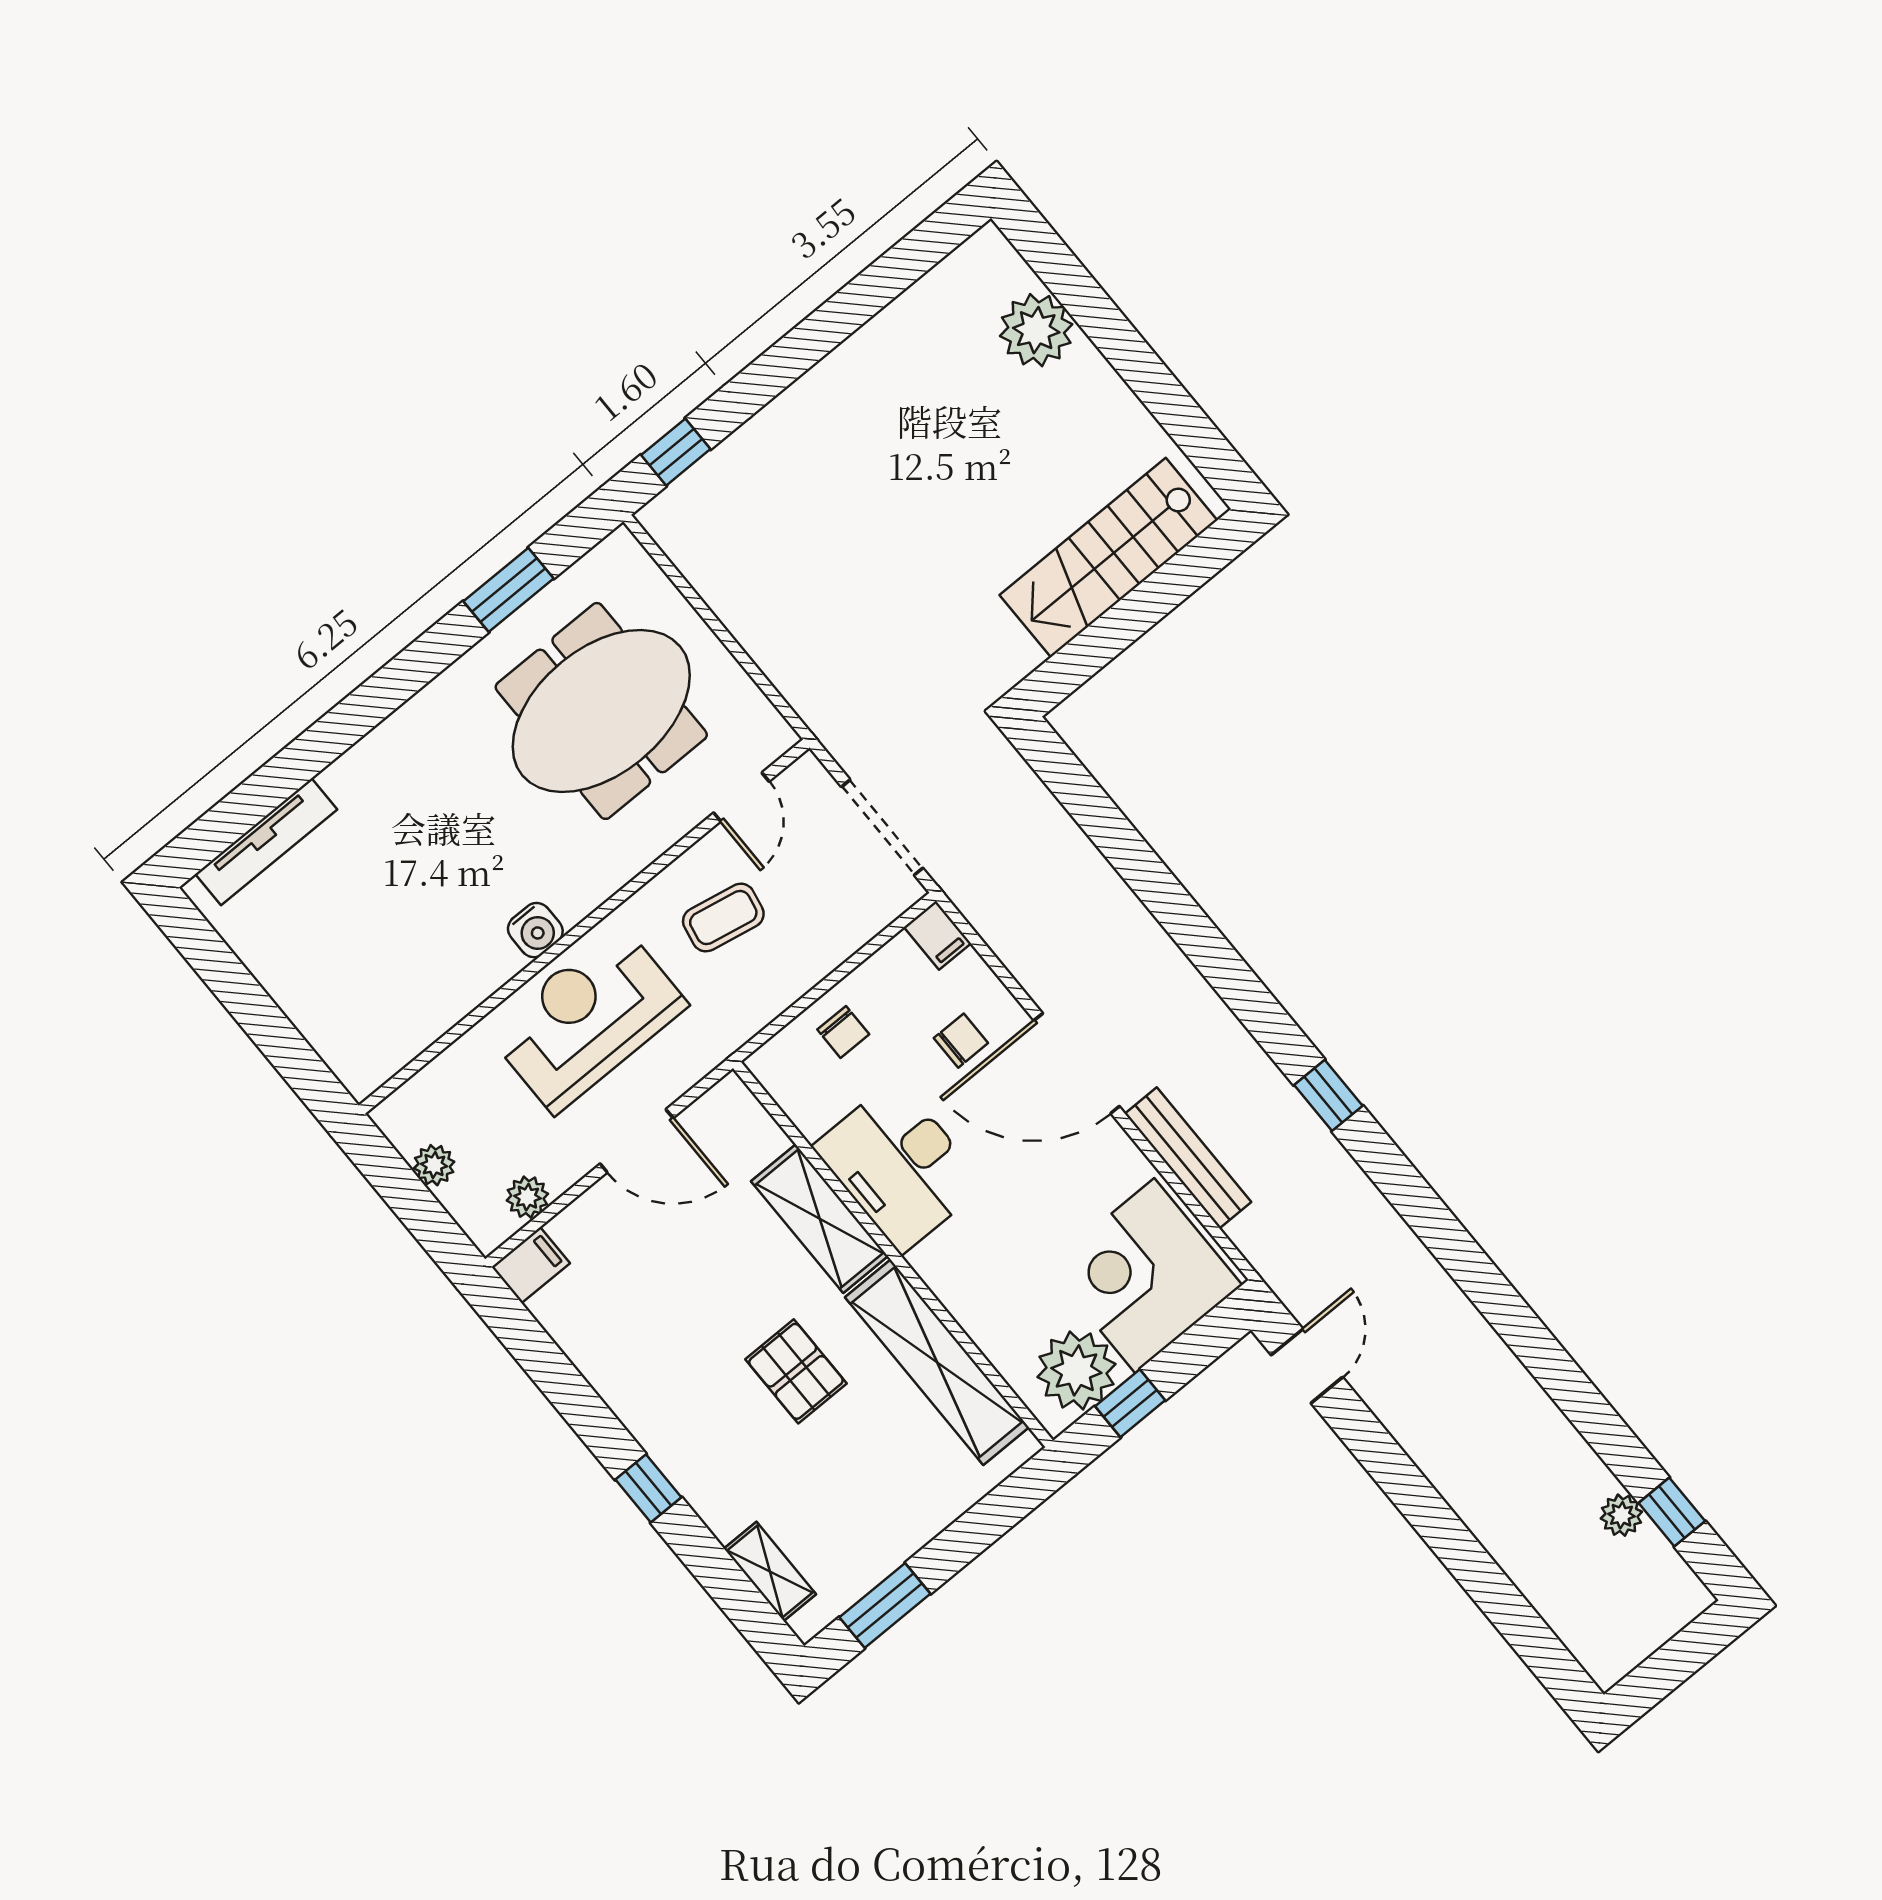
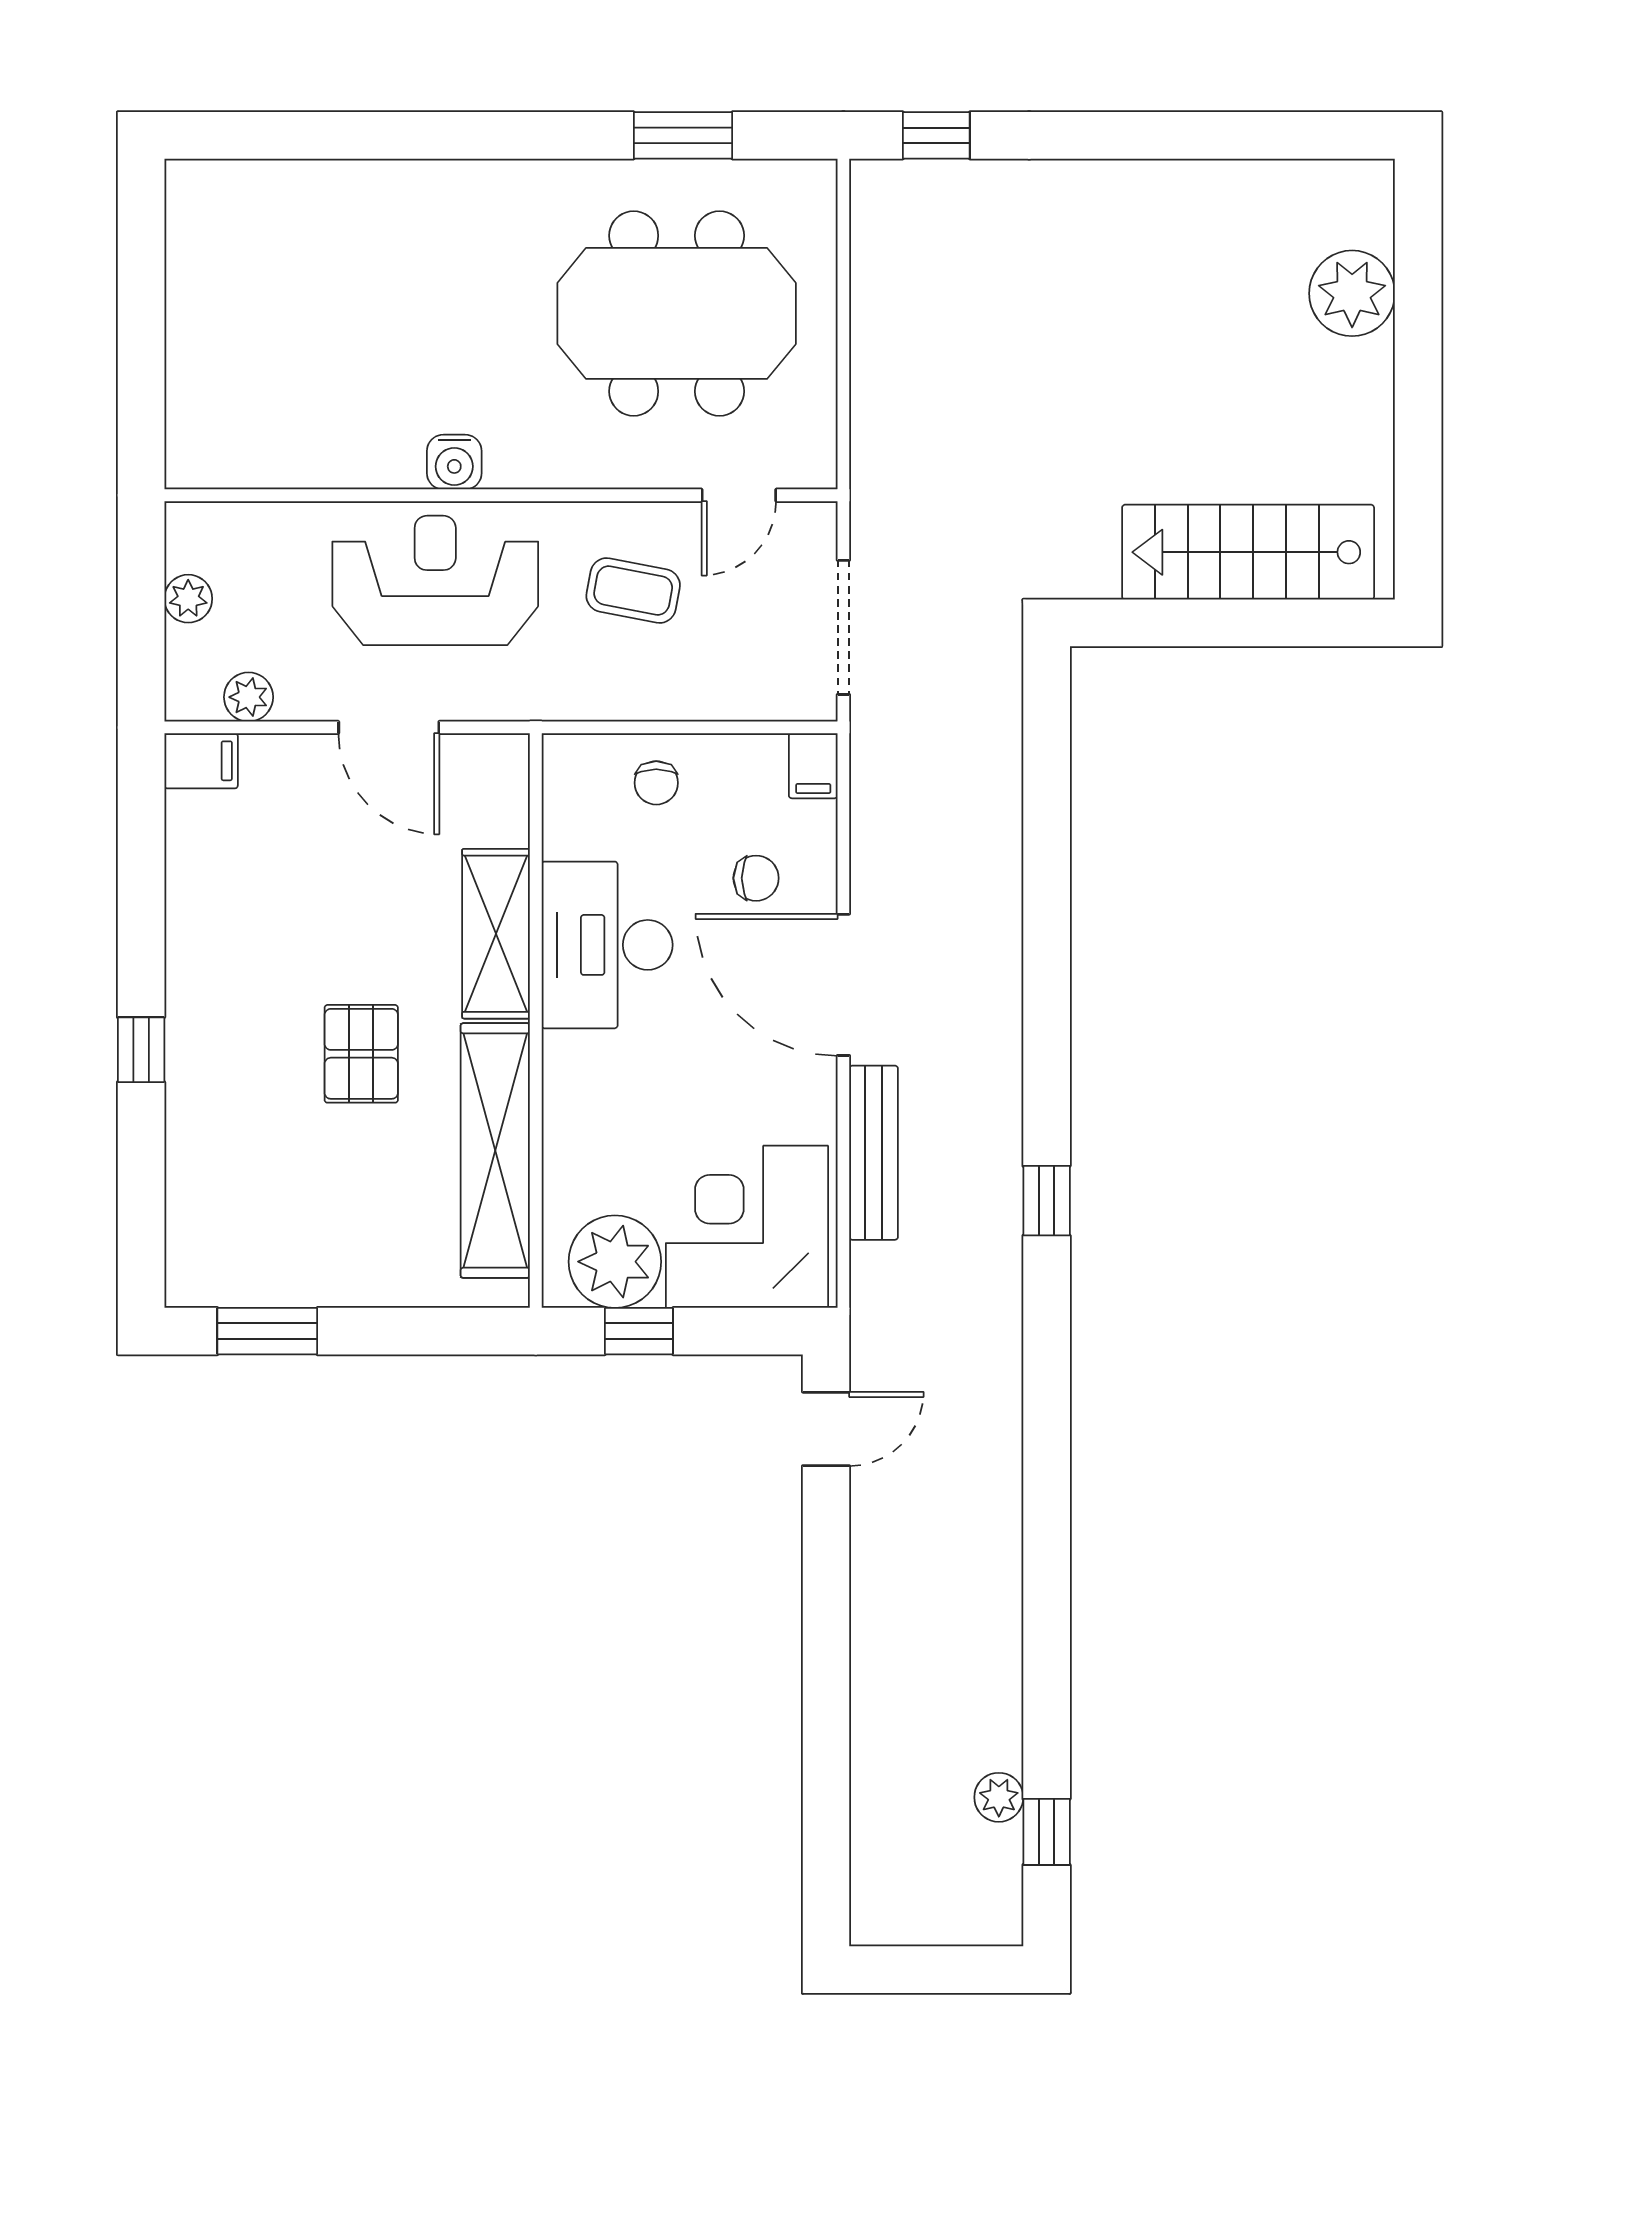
tv unit: (266, 842) -> (277, 182), removed
shelving: (770, 1571) -> (189, 1215), removed

